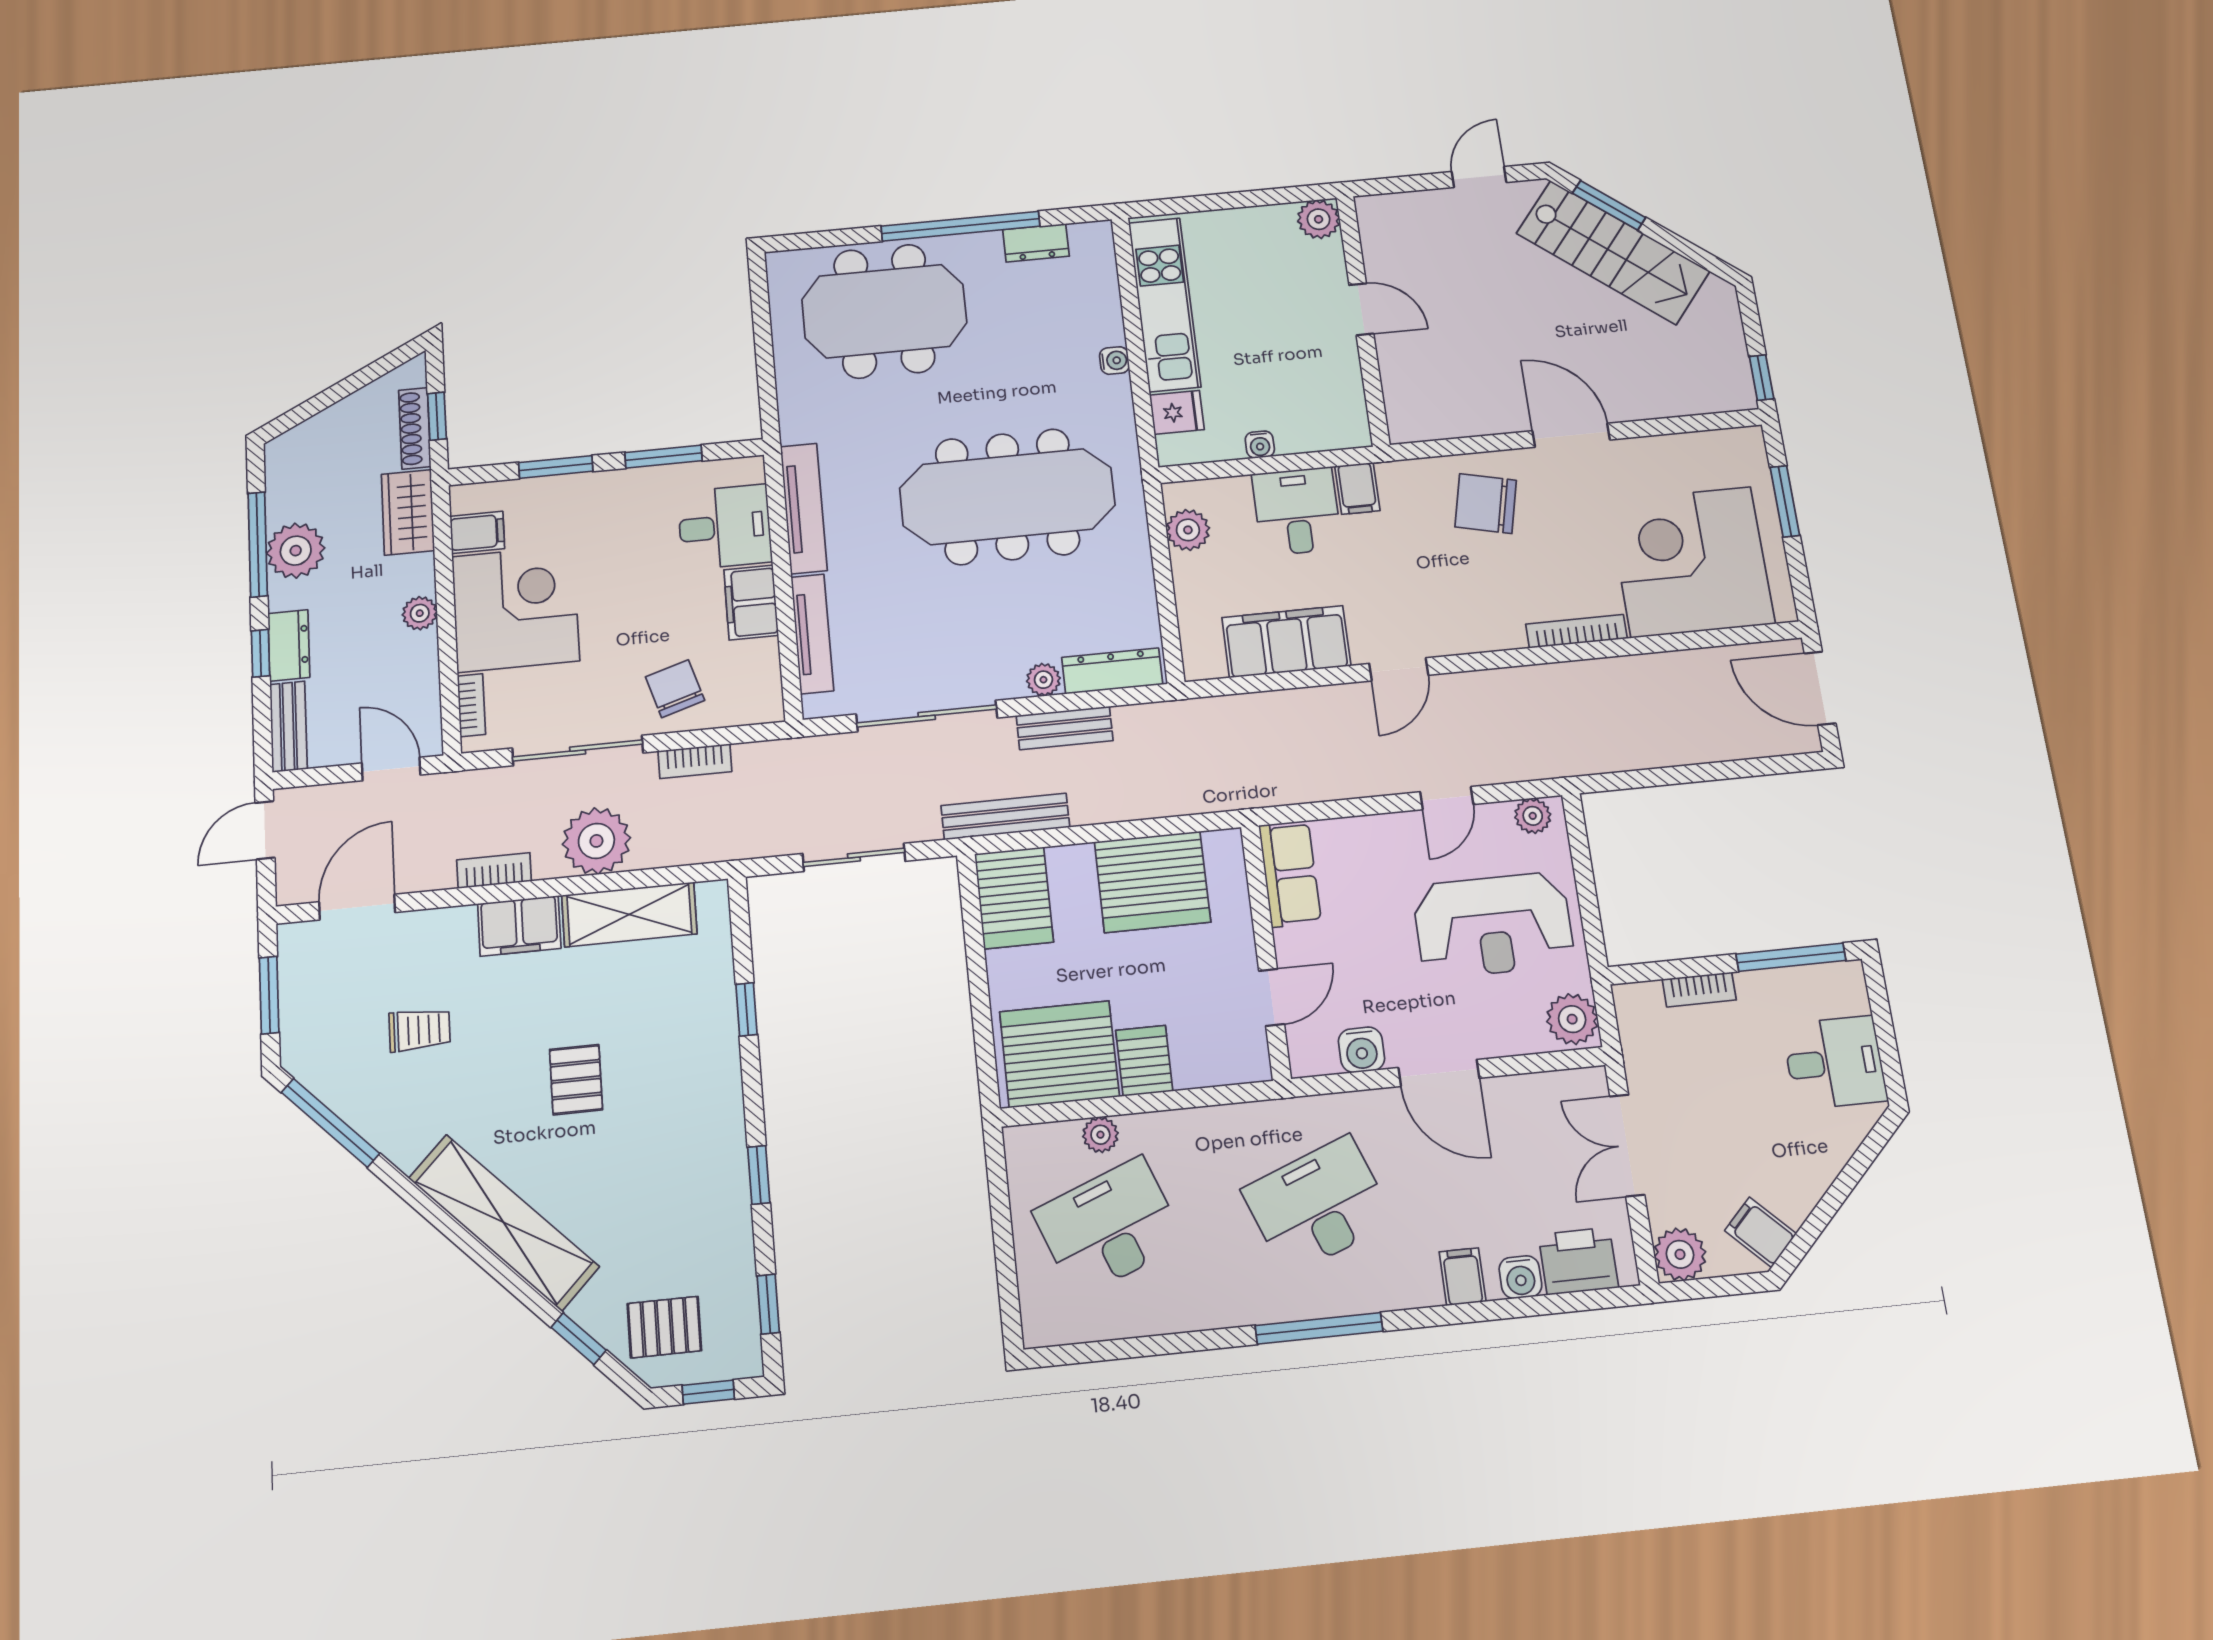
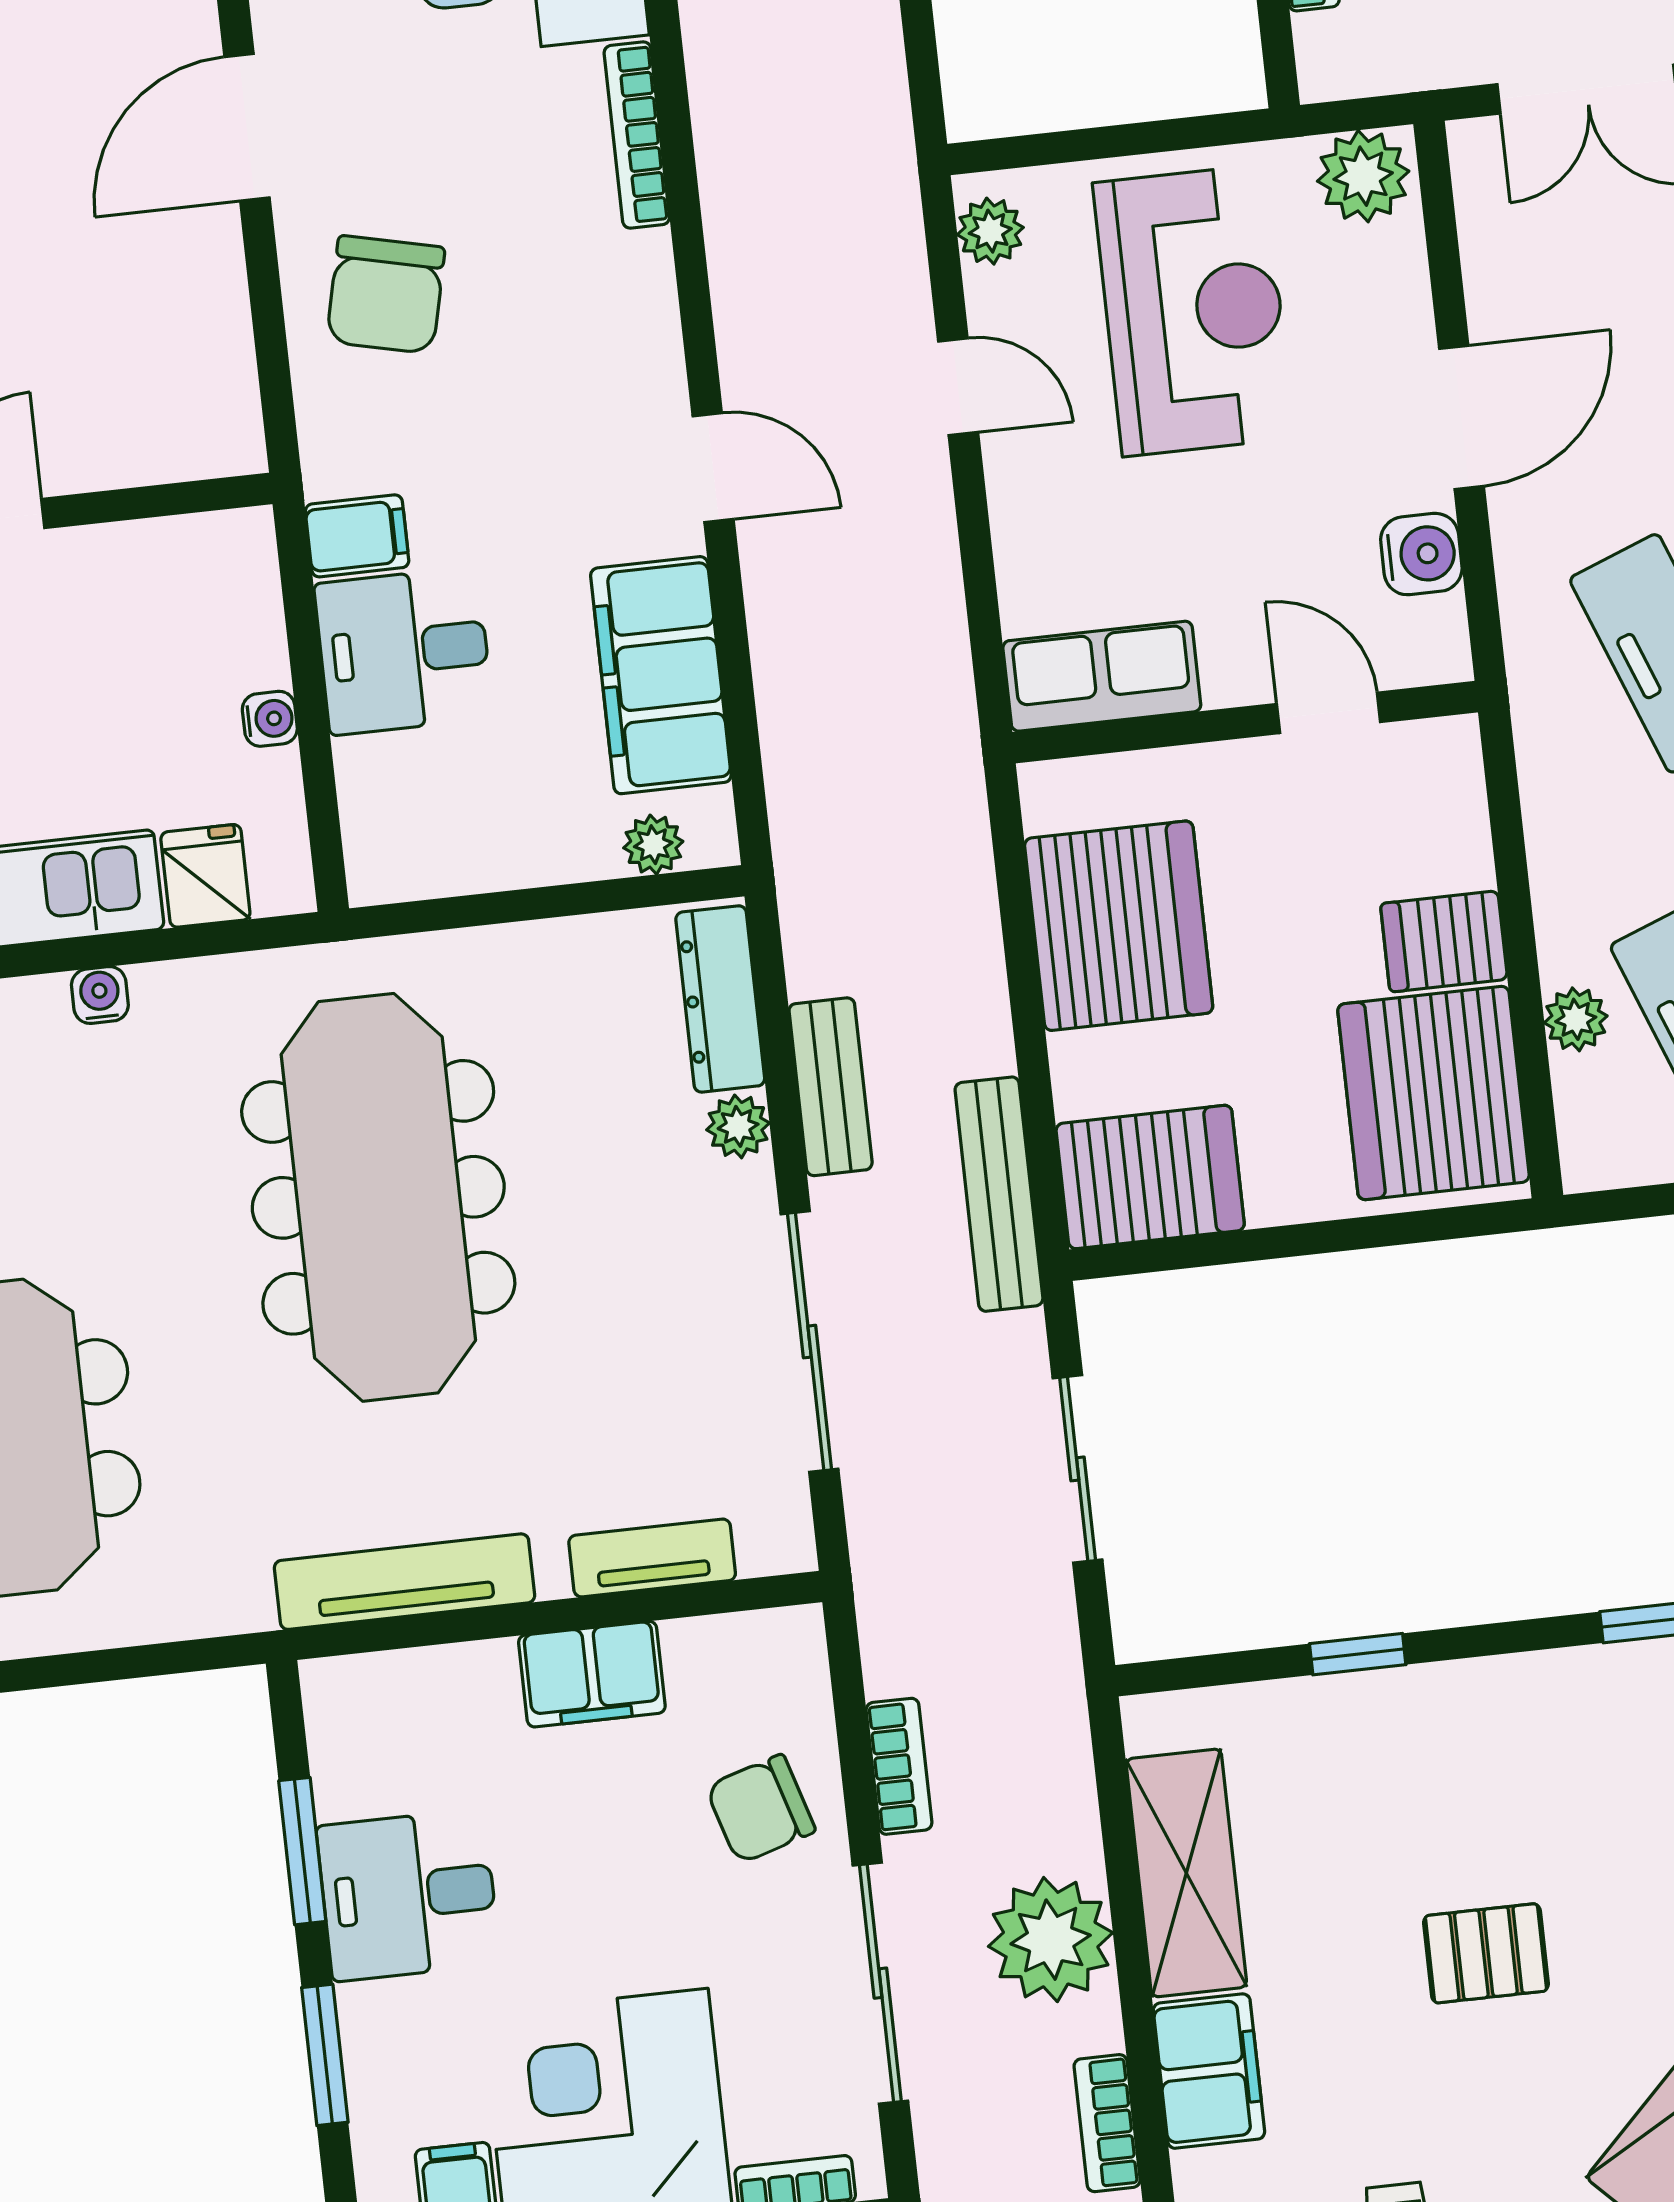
desk: (725, 527) -> (408, 1895), moved, turned -90
plant: (1188, 530) -> (653, 845), moved, width x0.73, depth x0.73
tv unit: (812, 634) -> (652, 1558), width x0.71

